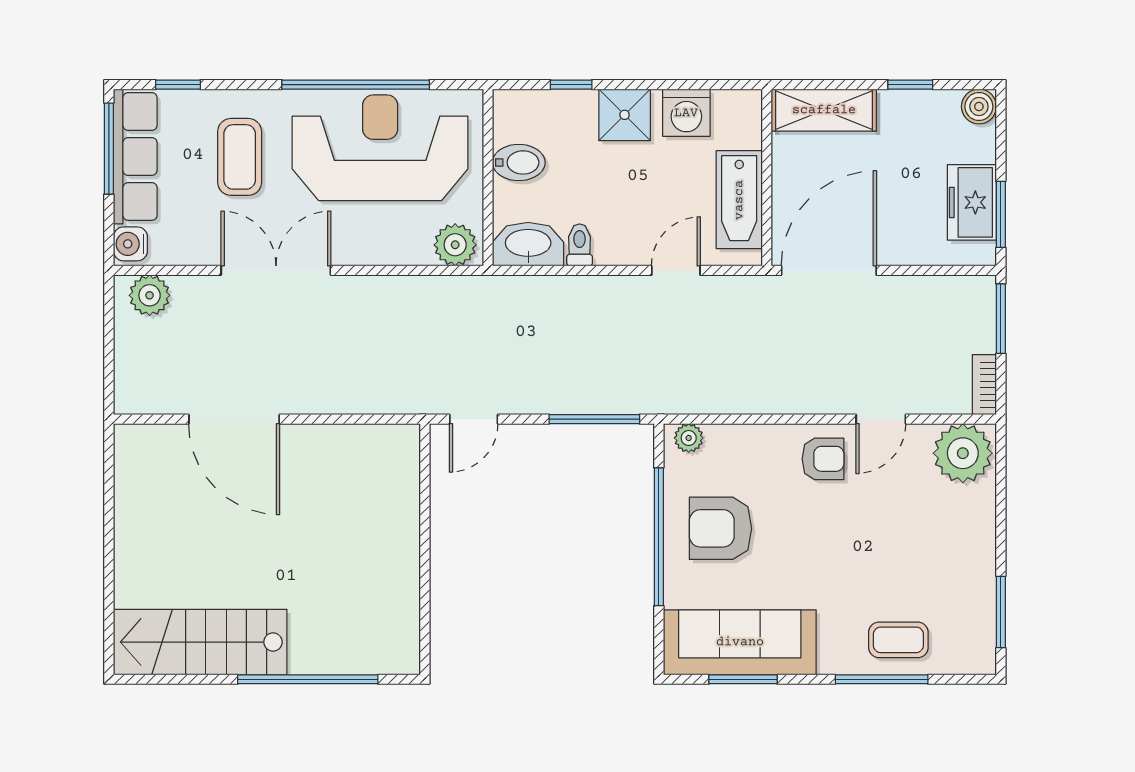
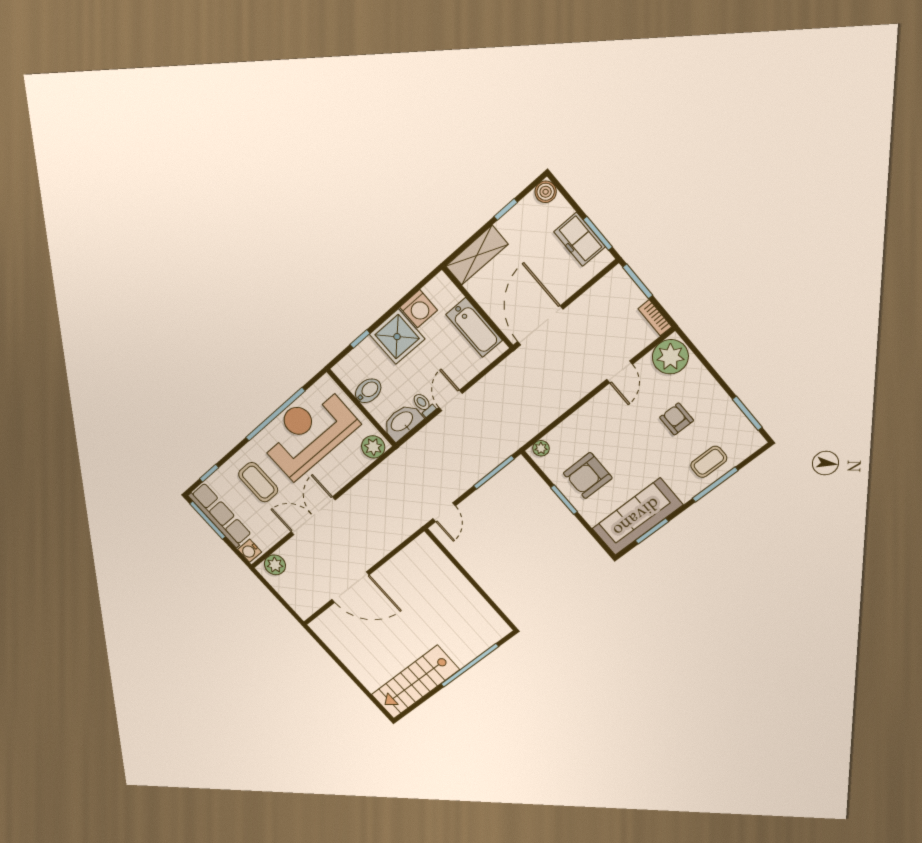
shower: (625, 115) -> (397, 337), width x1.36, depth x1.36
door: (676, 270) -> (451, 401), moved
armchair: (823, 459) -> (677, 419), moved, turned -90
window: (659, 537) -> (564, 500), width x0.47

